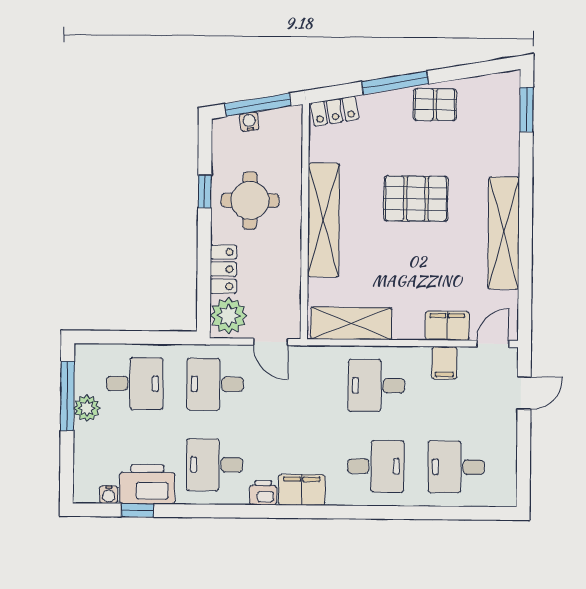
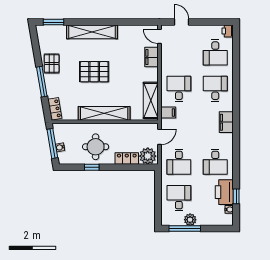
pallet: (416, 199) -> (94, 72), turned 90
shelving: (504, 233) -> (92, 32), moved
filing cabinet: (444, 363) -> (168, 112), moved
desk: (376, 386) -> (179, 89), turned 180
printer: (263, 493) -> (228, 31), moved

